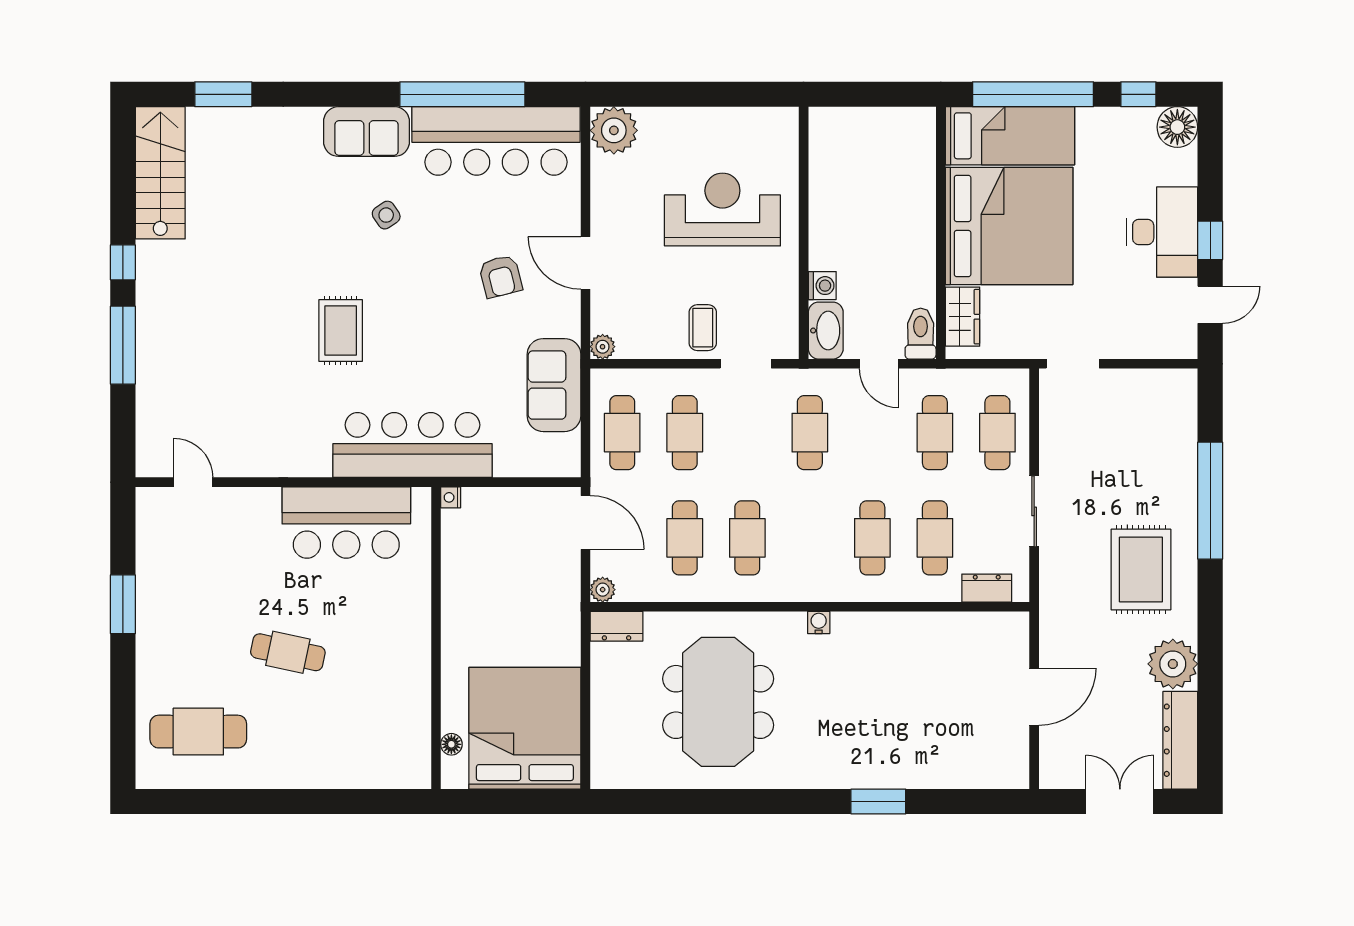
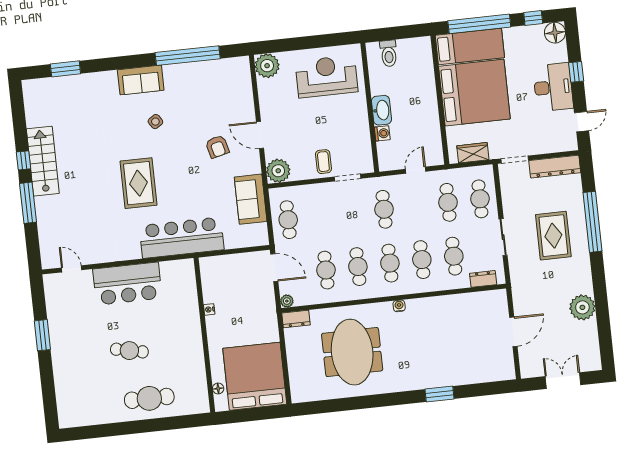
bar counter: (496, 141) -> (207, 78), removed
stairs: (160, 173) -> (43, 161), moved
reception desk: (722, 210) -> (327, 76), moved
window: (1210, 240) -> (576, 72), moved
wardrobe: (962, 317) -> (473, 153), moved, turned -90
rug: (341, 330) -> (139, 183), width x1.36, depth x1.43
washbasin: (826, 331) -> (381, 110), moved
toilet: (921, 334) -> (389, 53), moved, turned 180
plant: (603, 347) -> (278, 171), width x1.88, depth x1.88
door: (879, 364) -> (416, 170), swing flipped
cafe table: (685, 433) -> (390, 263), moved
nightstand: (451, 497) -> (209, 309), moved
bar counter: (346, 523) -> (127, 284), moved
rug: (1141, 570) -> (553, 236), moved
cafe table: (198, 732) -> (149, 398), moved
dresser: (1180, 740) -> (555, 167), moved, turned -90

